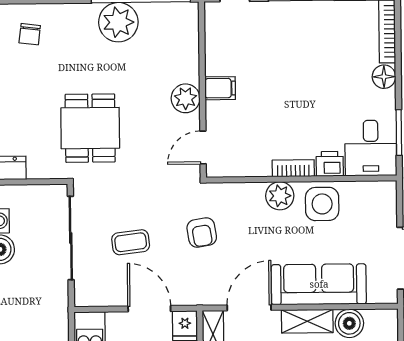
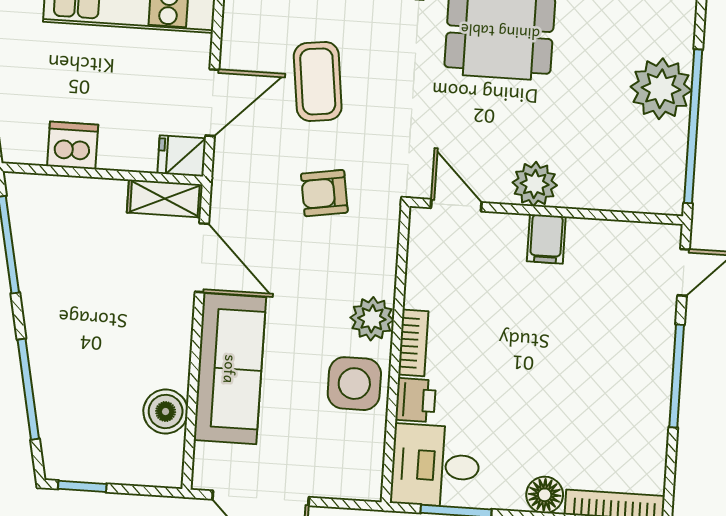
coffee table: (131, 242) -> (318, 81), width x1.36, depth x1.30
shelving: (307, 321) -> (174, 346), removed

